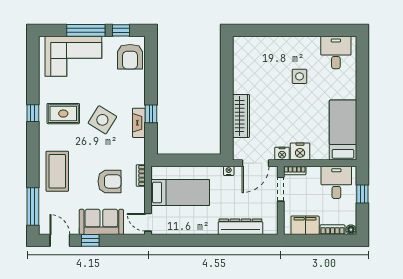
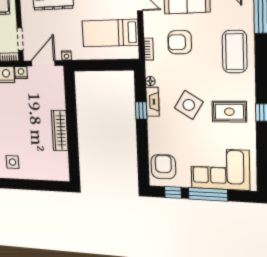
side table: (299, 76) -> (12, 162), moved
wardrobe: (241, 116) -> (60, 130), moved
floor lamp: (140, 143) -> (150, 81), added

